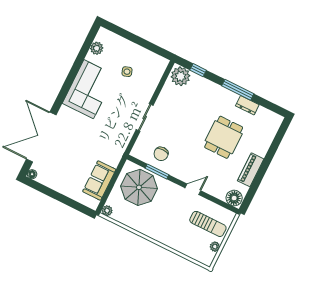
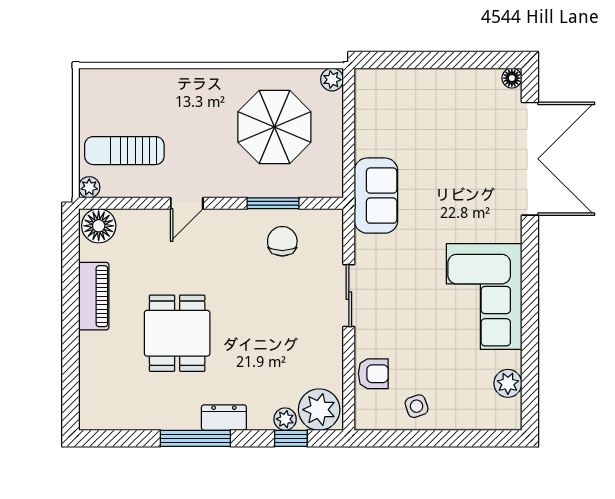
side table: (127, 72) -> (417, 406), moved
plant: (197, 79) -> (285, 419), added
armchair: (151, 80) -> (373, 374), added
dresser: (247, 105) -> (224, 418), moved
sofa: (99, 180) -> (376, 196), moved
parasol: (139, 187) -> (274, 127), moved
plant: (215, 247) -> (89, 187), moved

